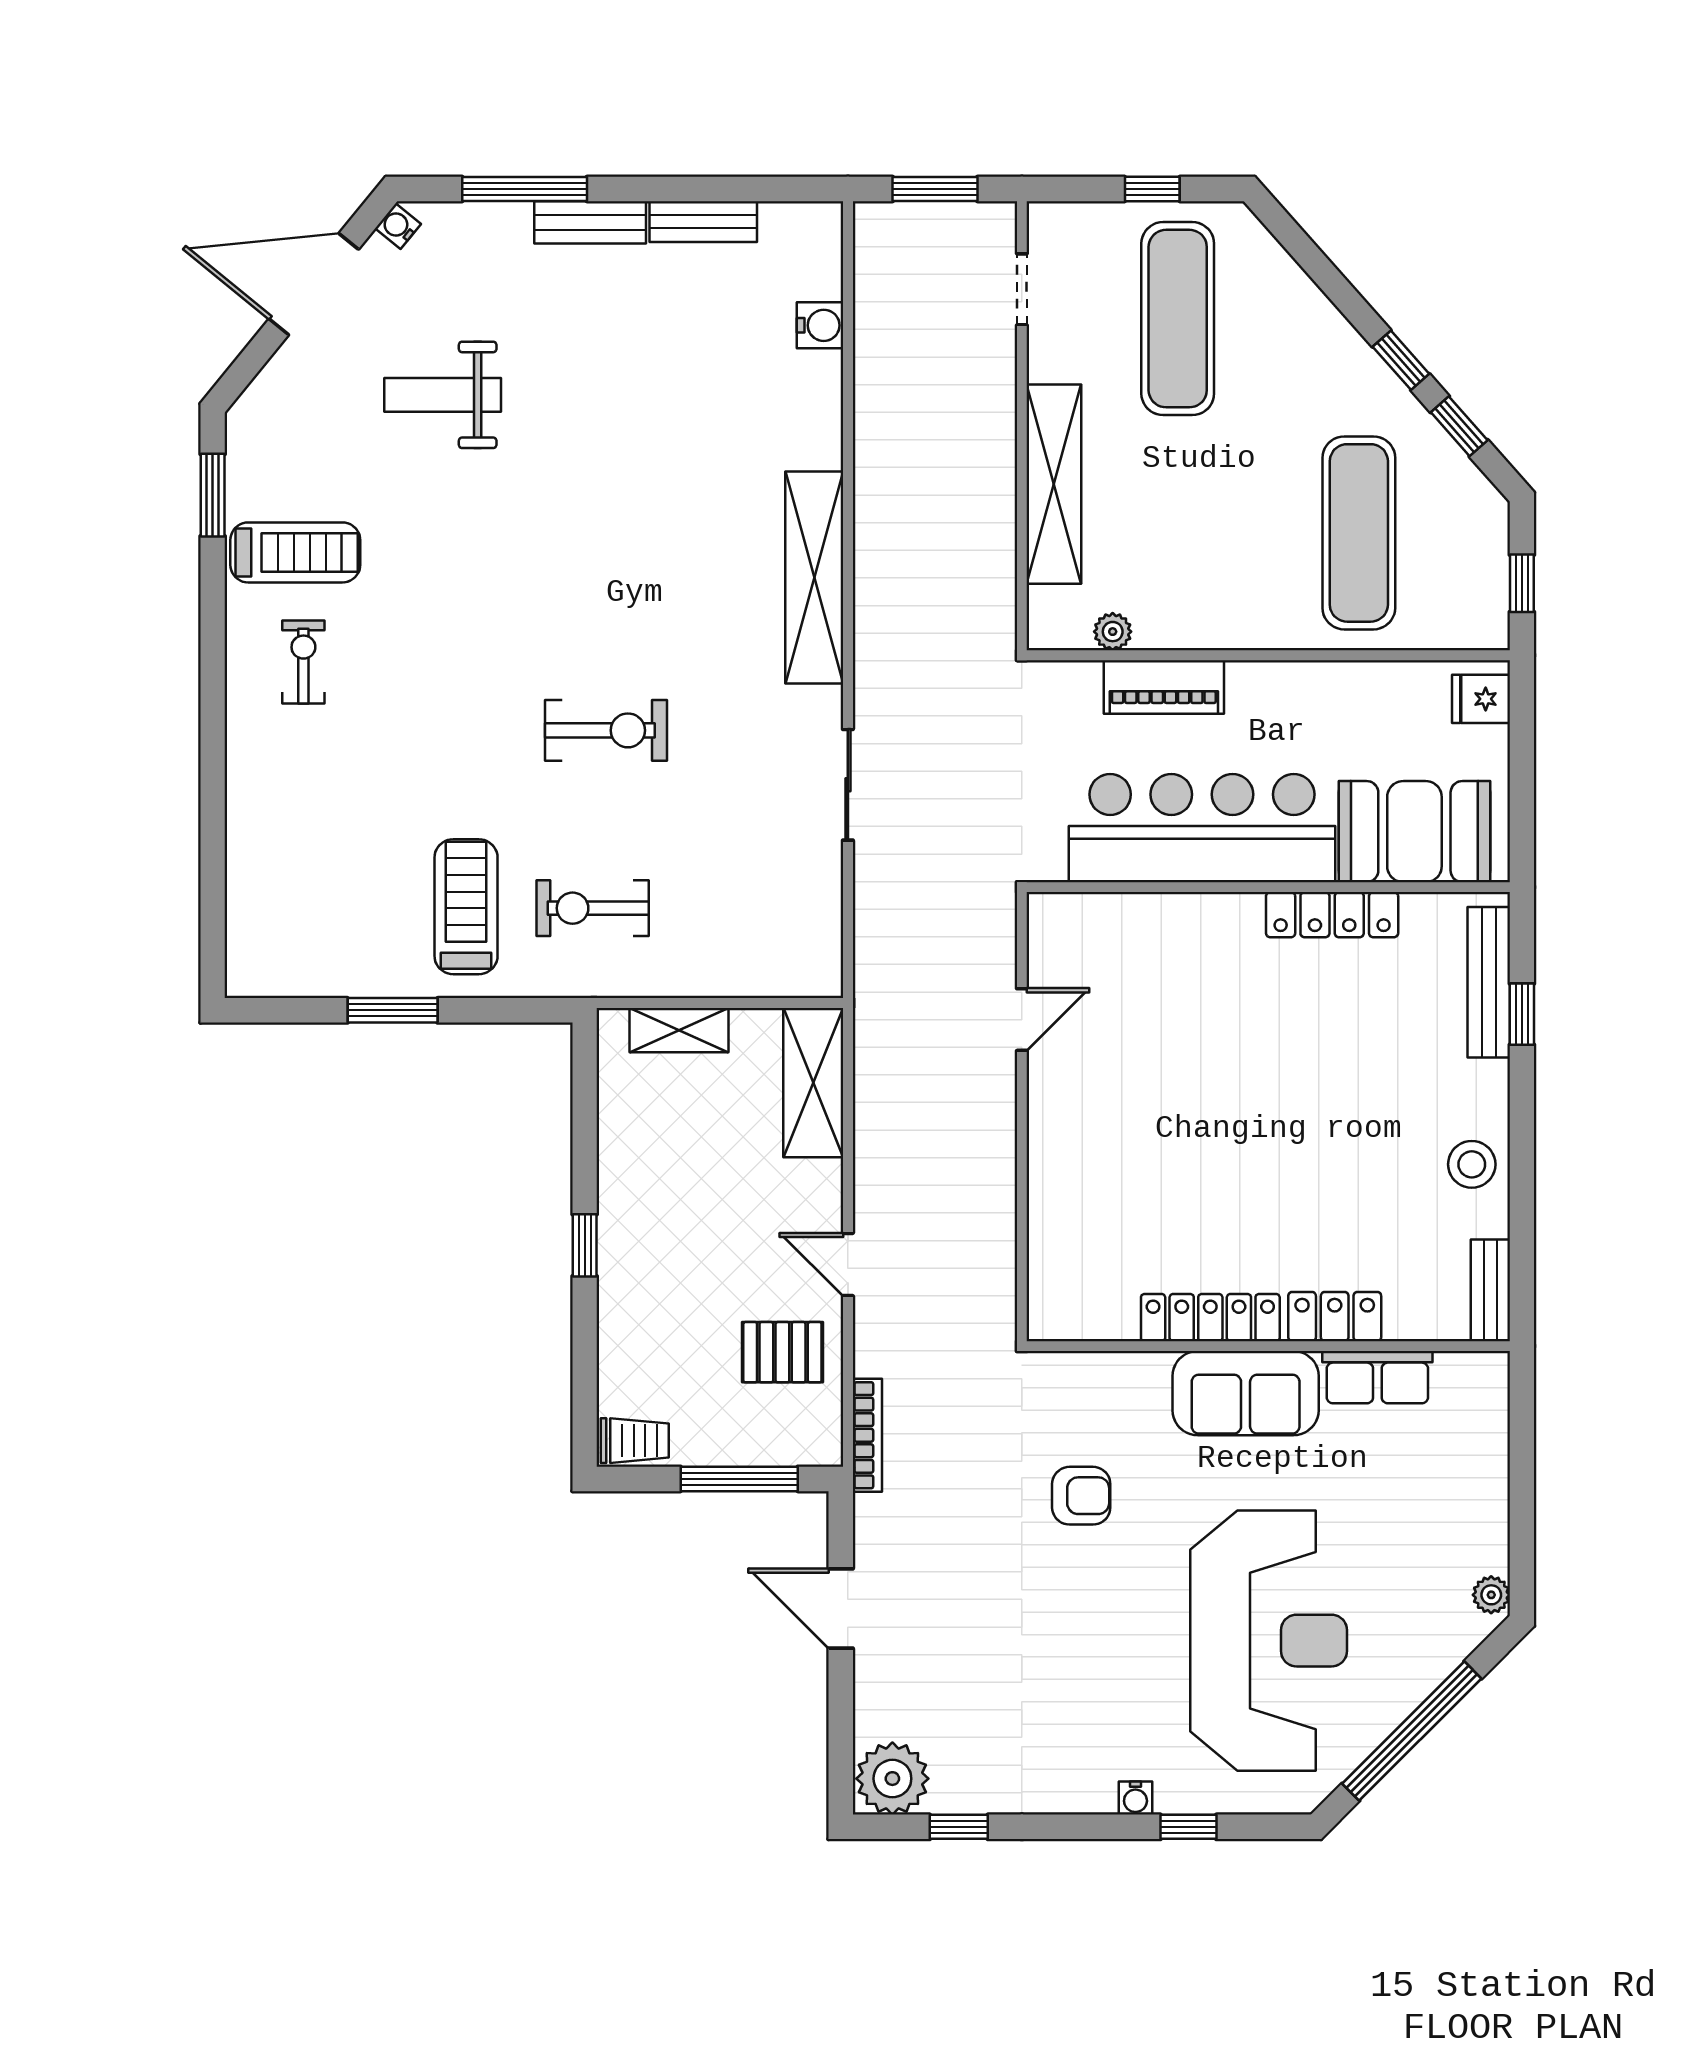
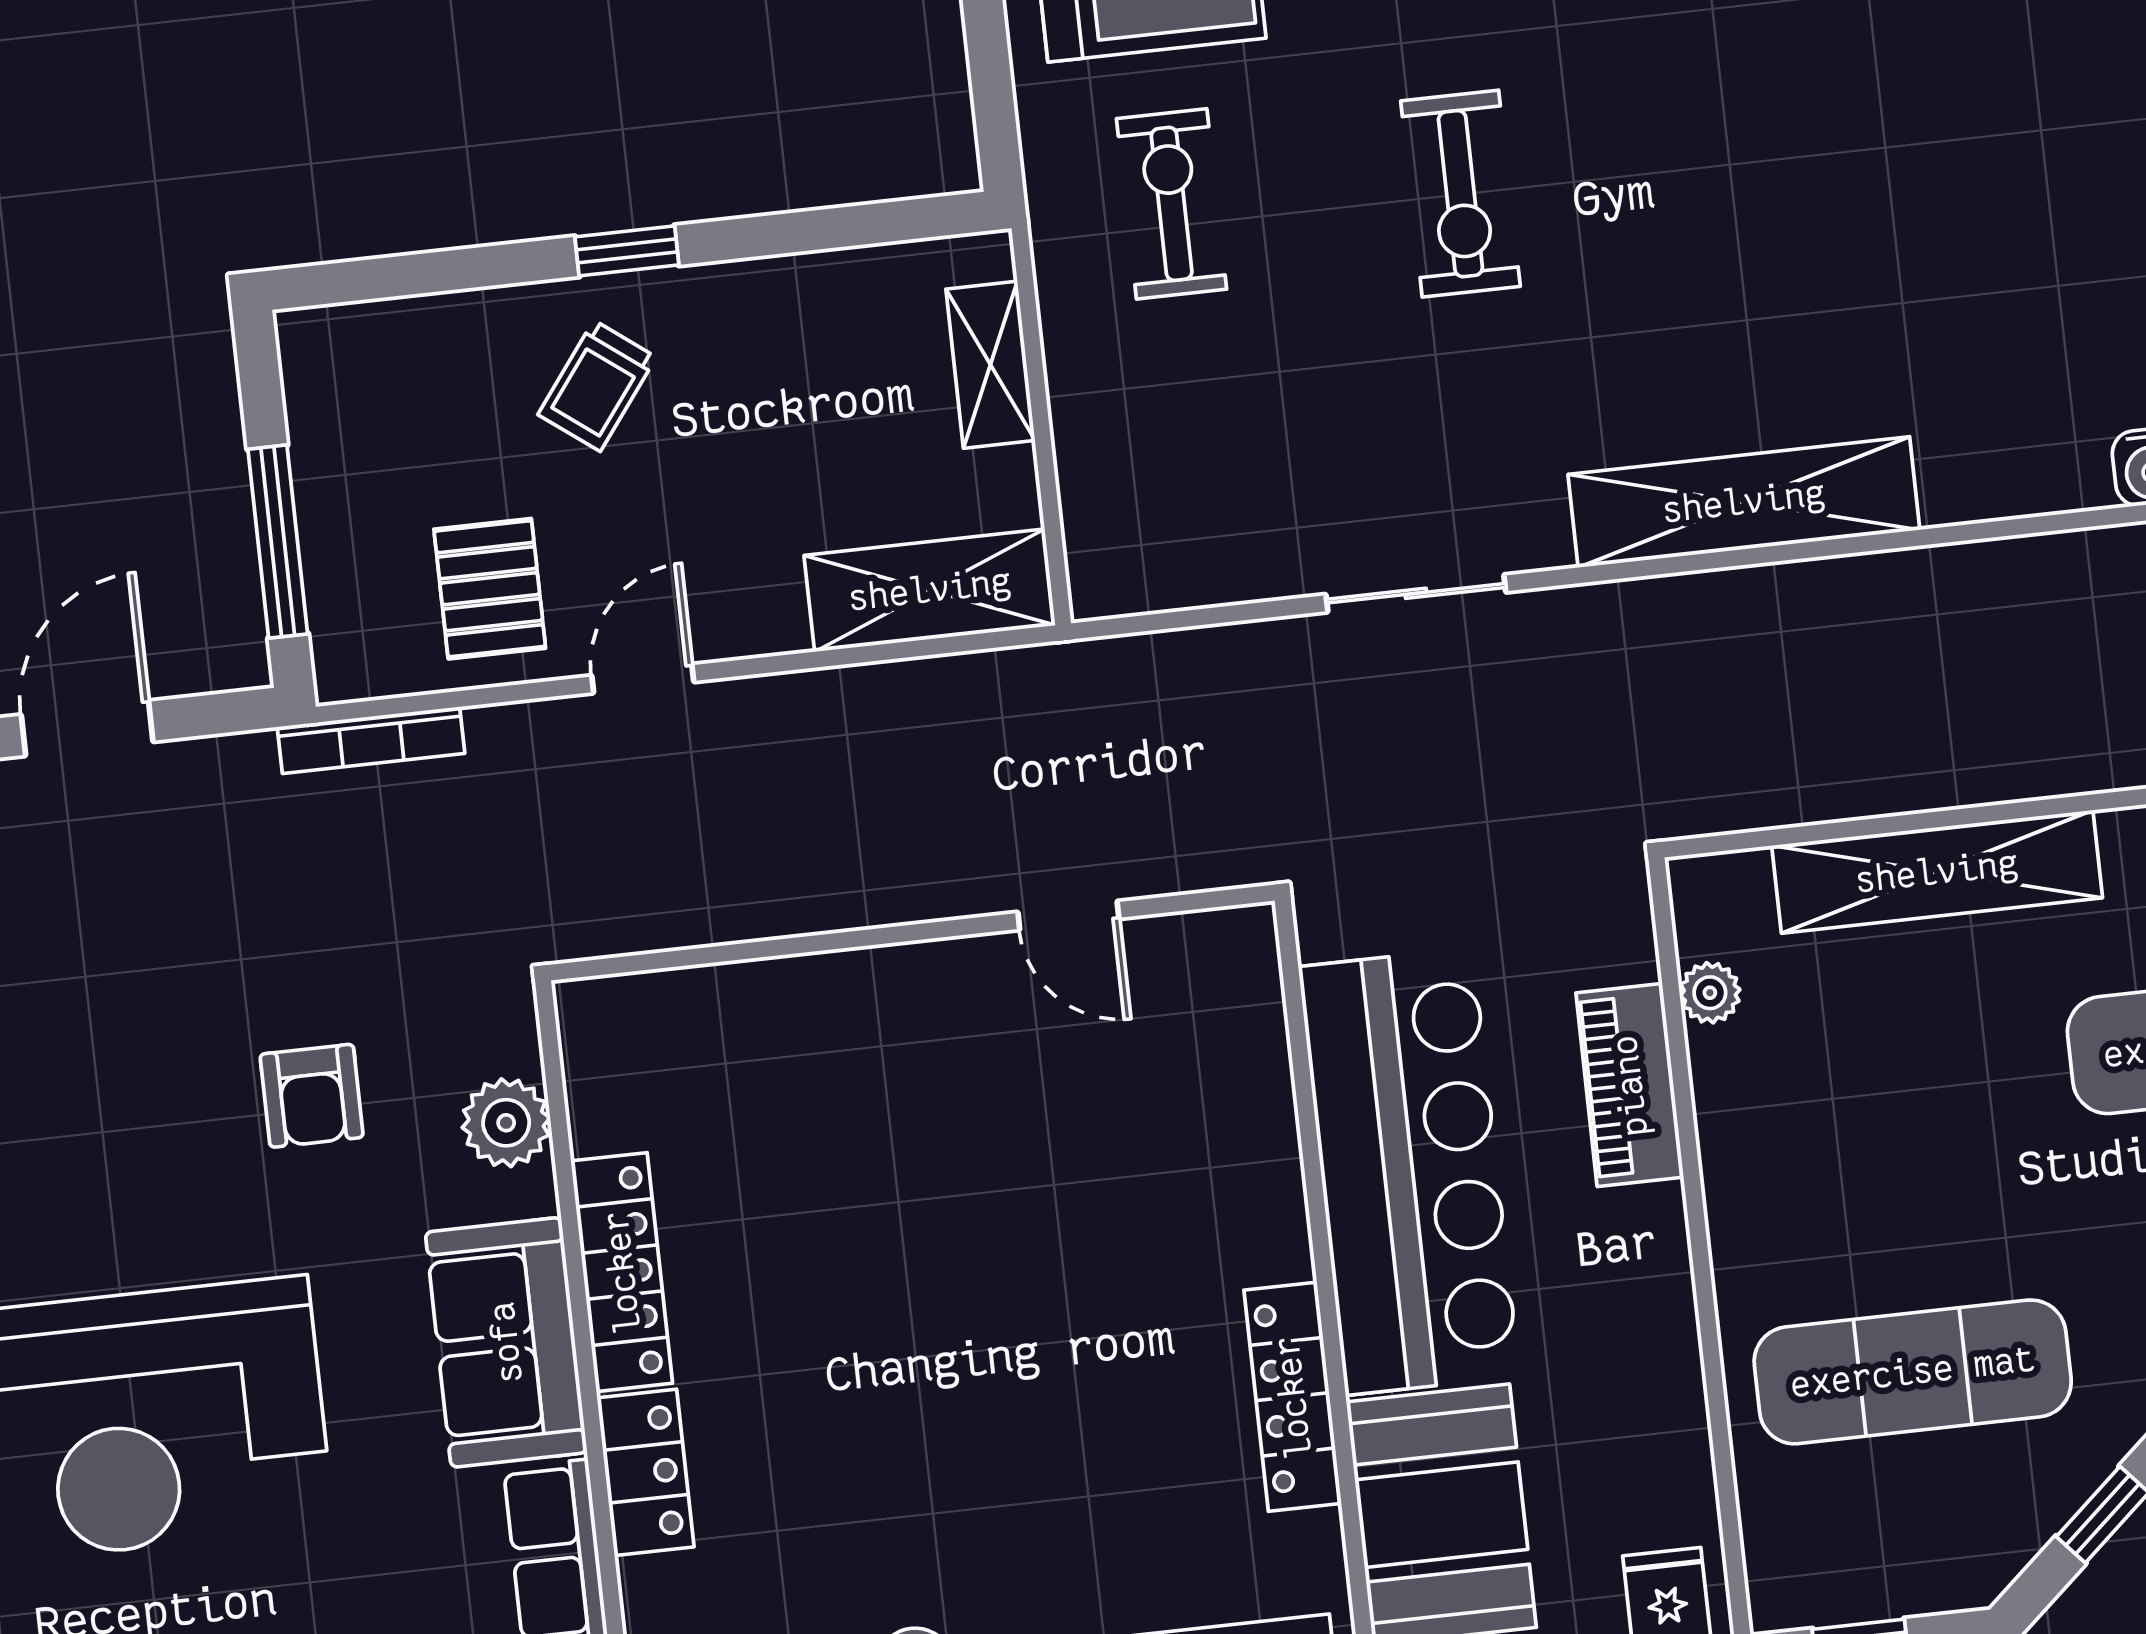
plant: (1111, 1378) -> (506, 1123), added
trolley: (635, 1441) -> (597, 386), moved, turned 37

